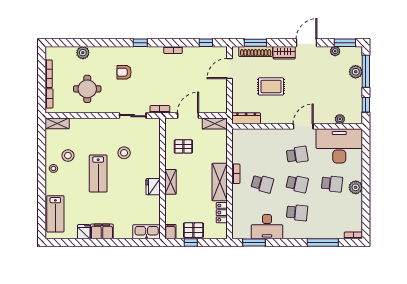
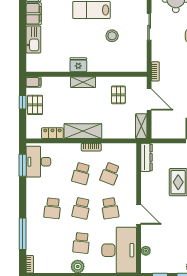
sliding door: (133, 116) -> (149, 27), moved
school desk: (262, 155) -> (110, 174), added
desk: (267, 227) -> (38, 162), moved
kitchen sink: (147, 232) -> (33, 39), moved

